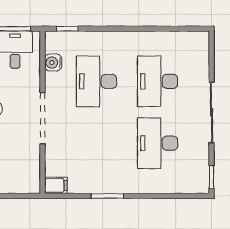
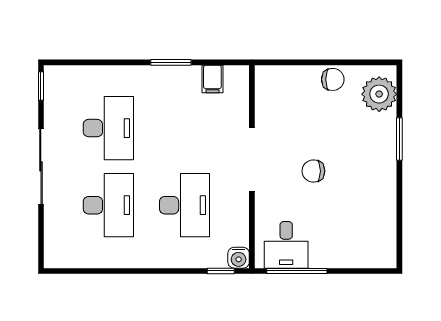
water cooler: (53, 63) -> (239, 258), moved, turned 90
filing cabinet: (56, 185) -> (212, 79), moved, turned -90

